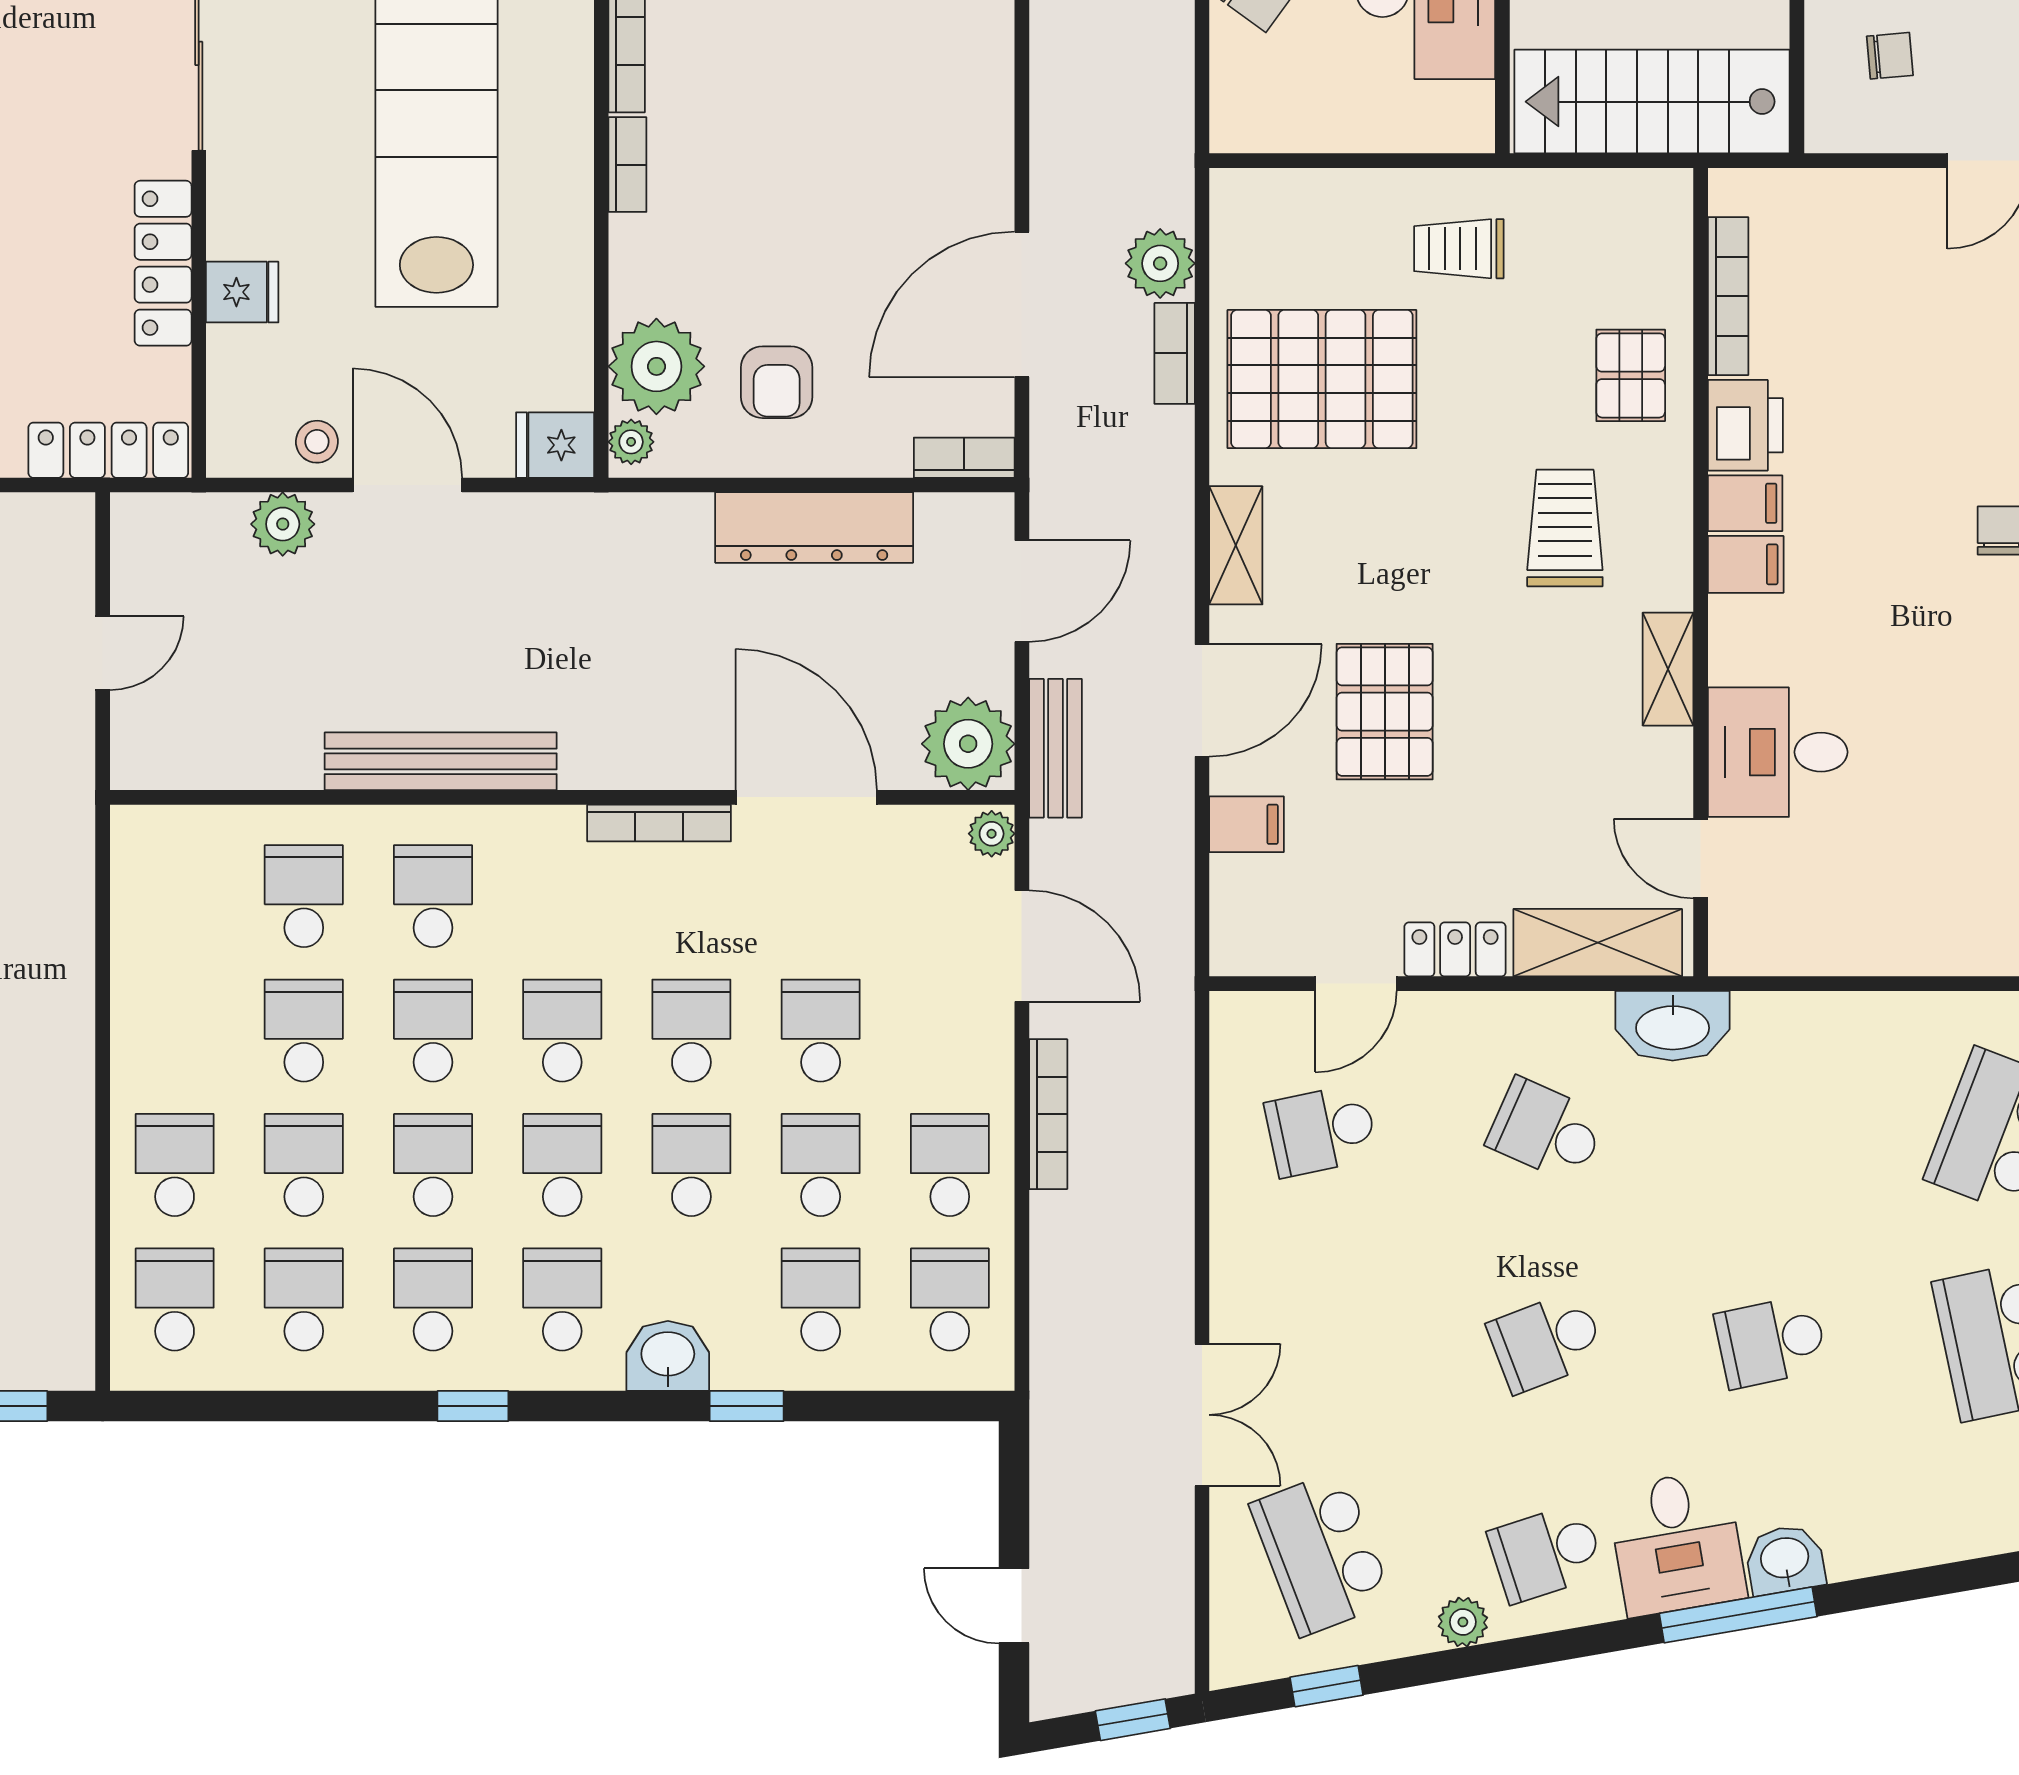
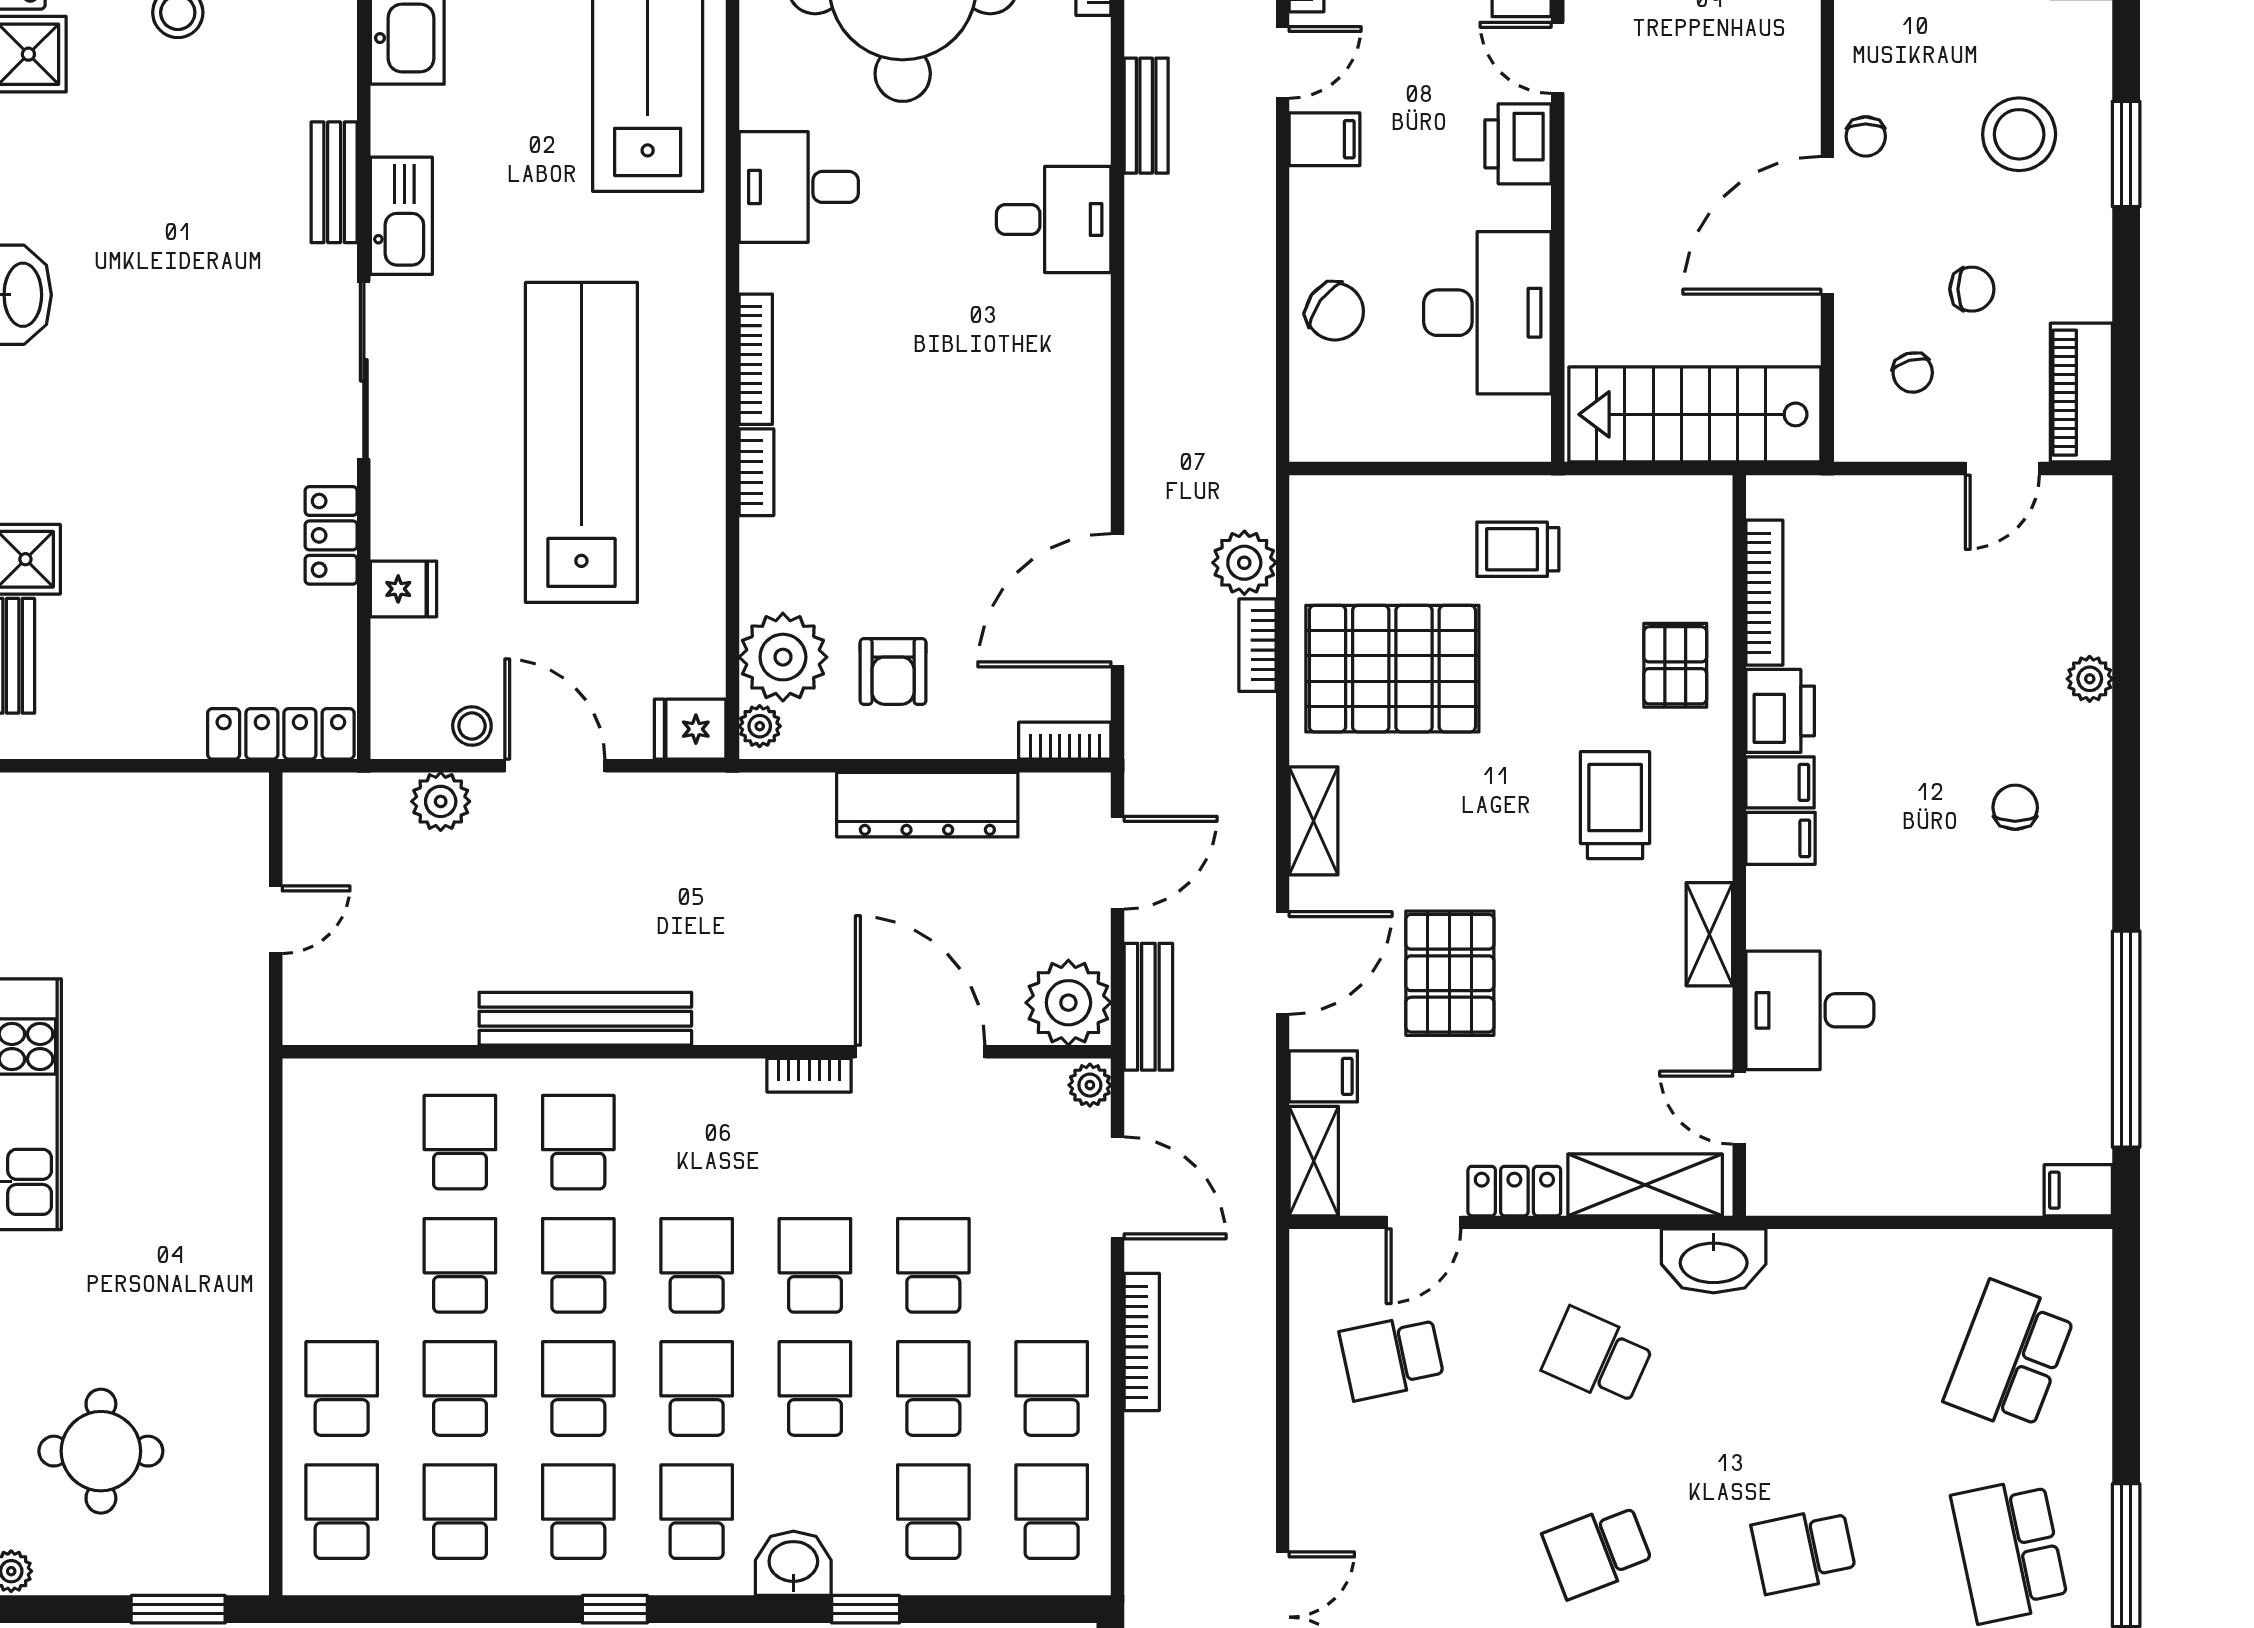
chair: (1890, 56) -> (1913, 373), turned 79
locker: (163, 263) -> (331, 535), width x0.66
bookcase: (659, 823) -> (809, 1075), width x0.64
shelving: (1236, 917) -> (1314, 1161), added

